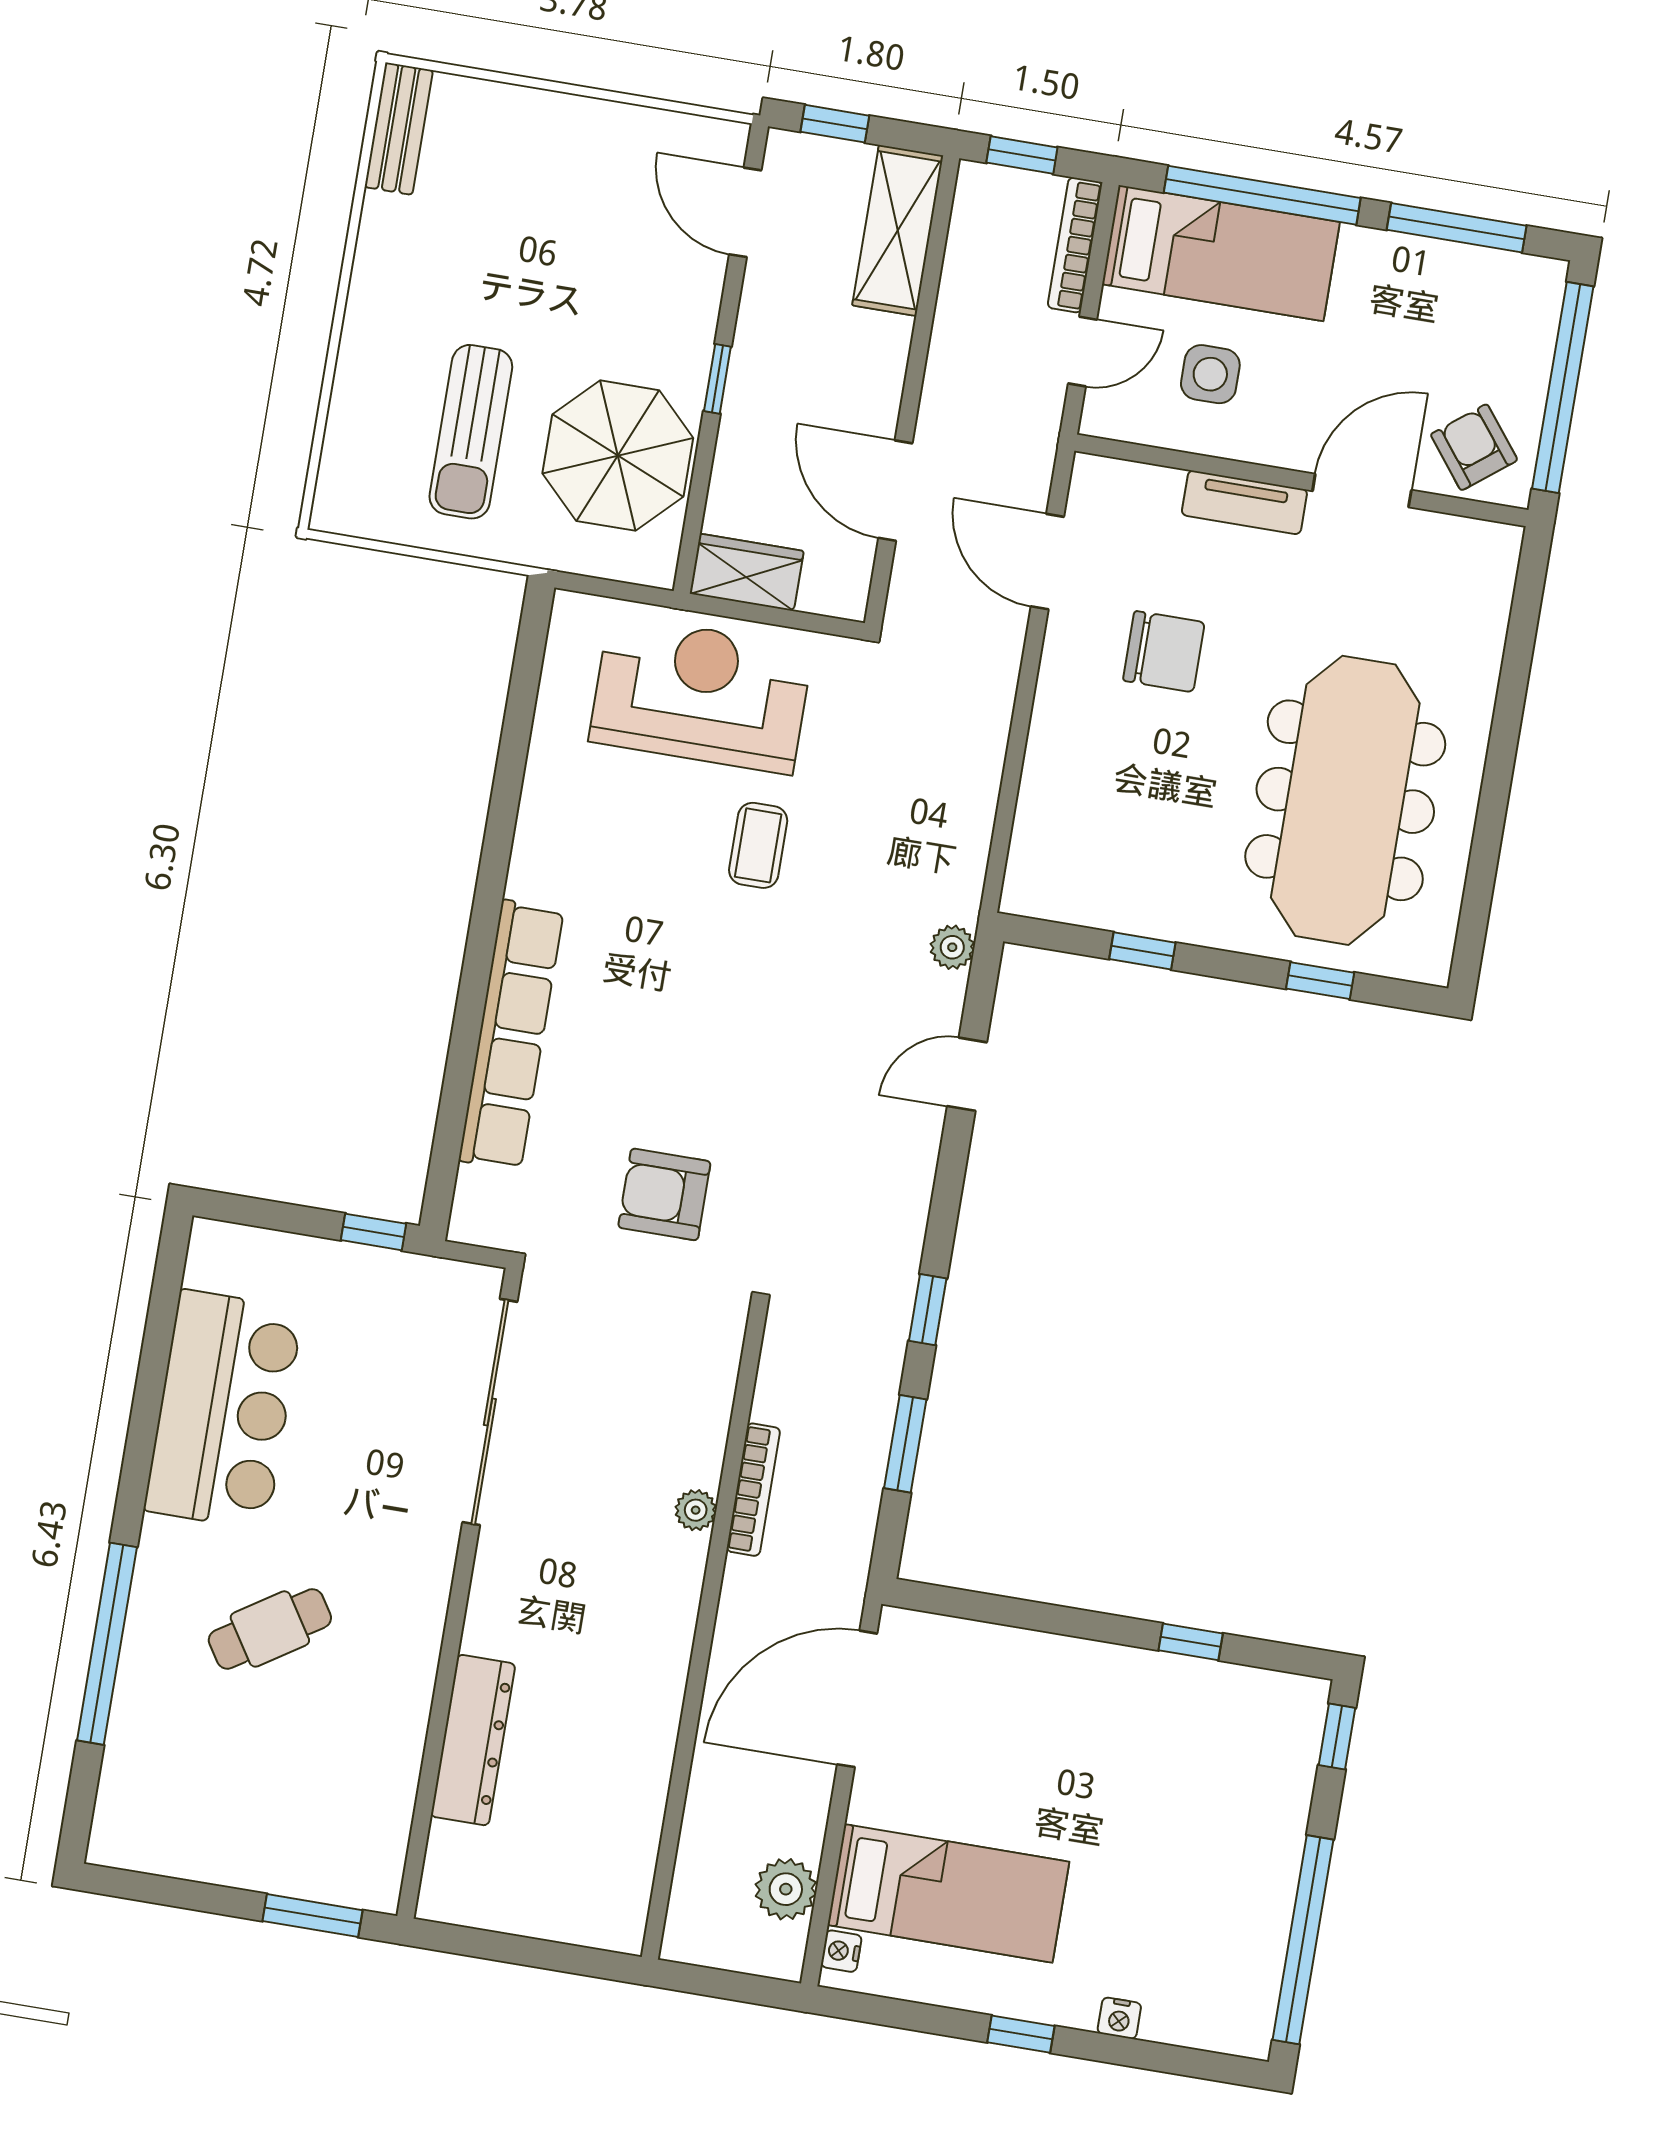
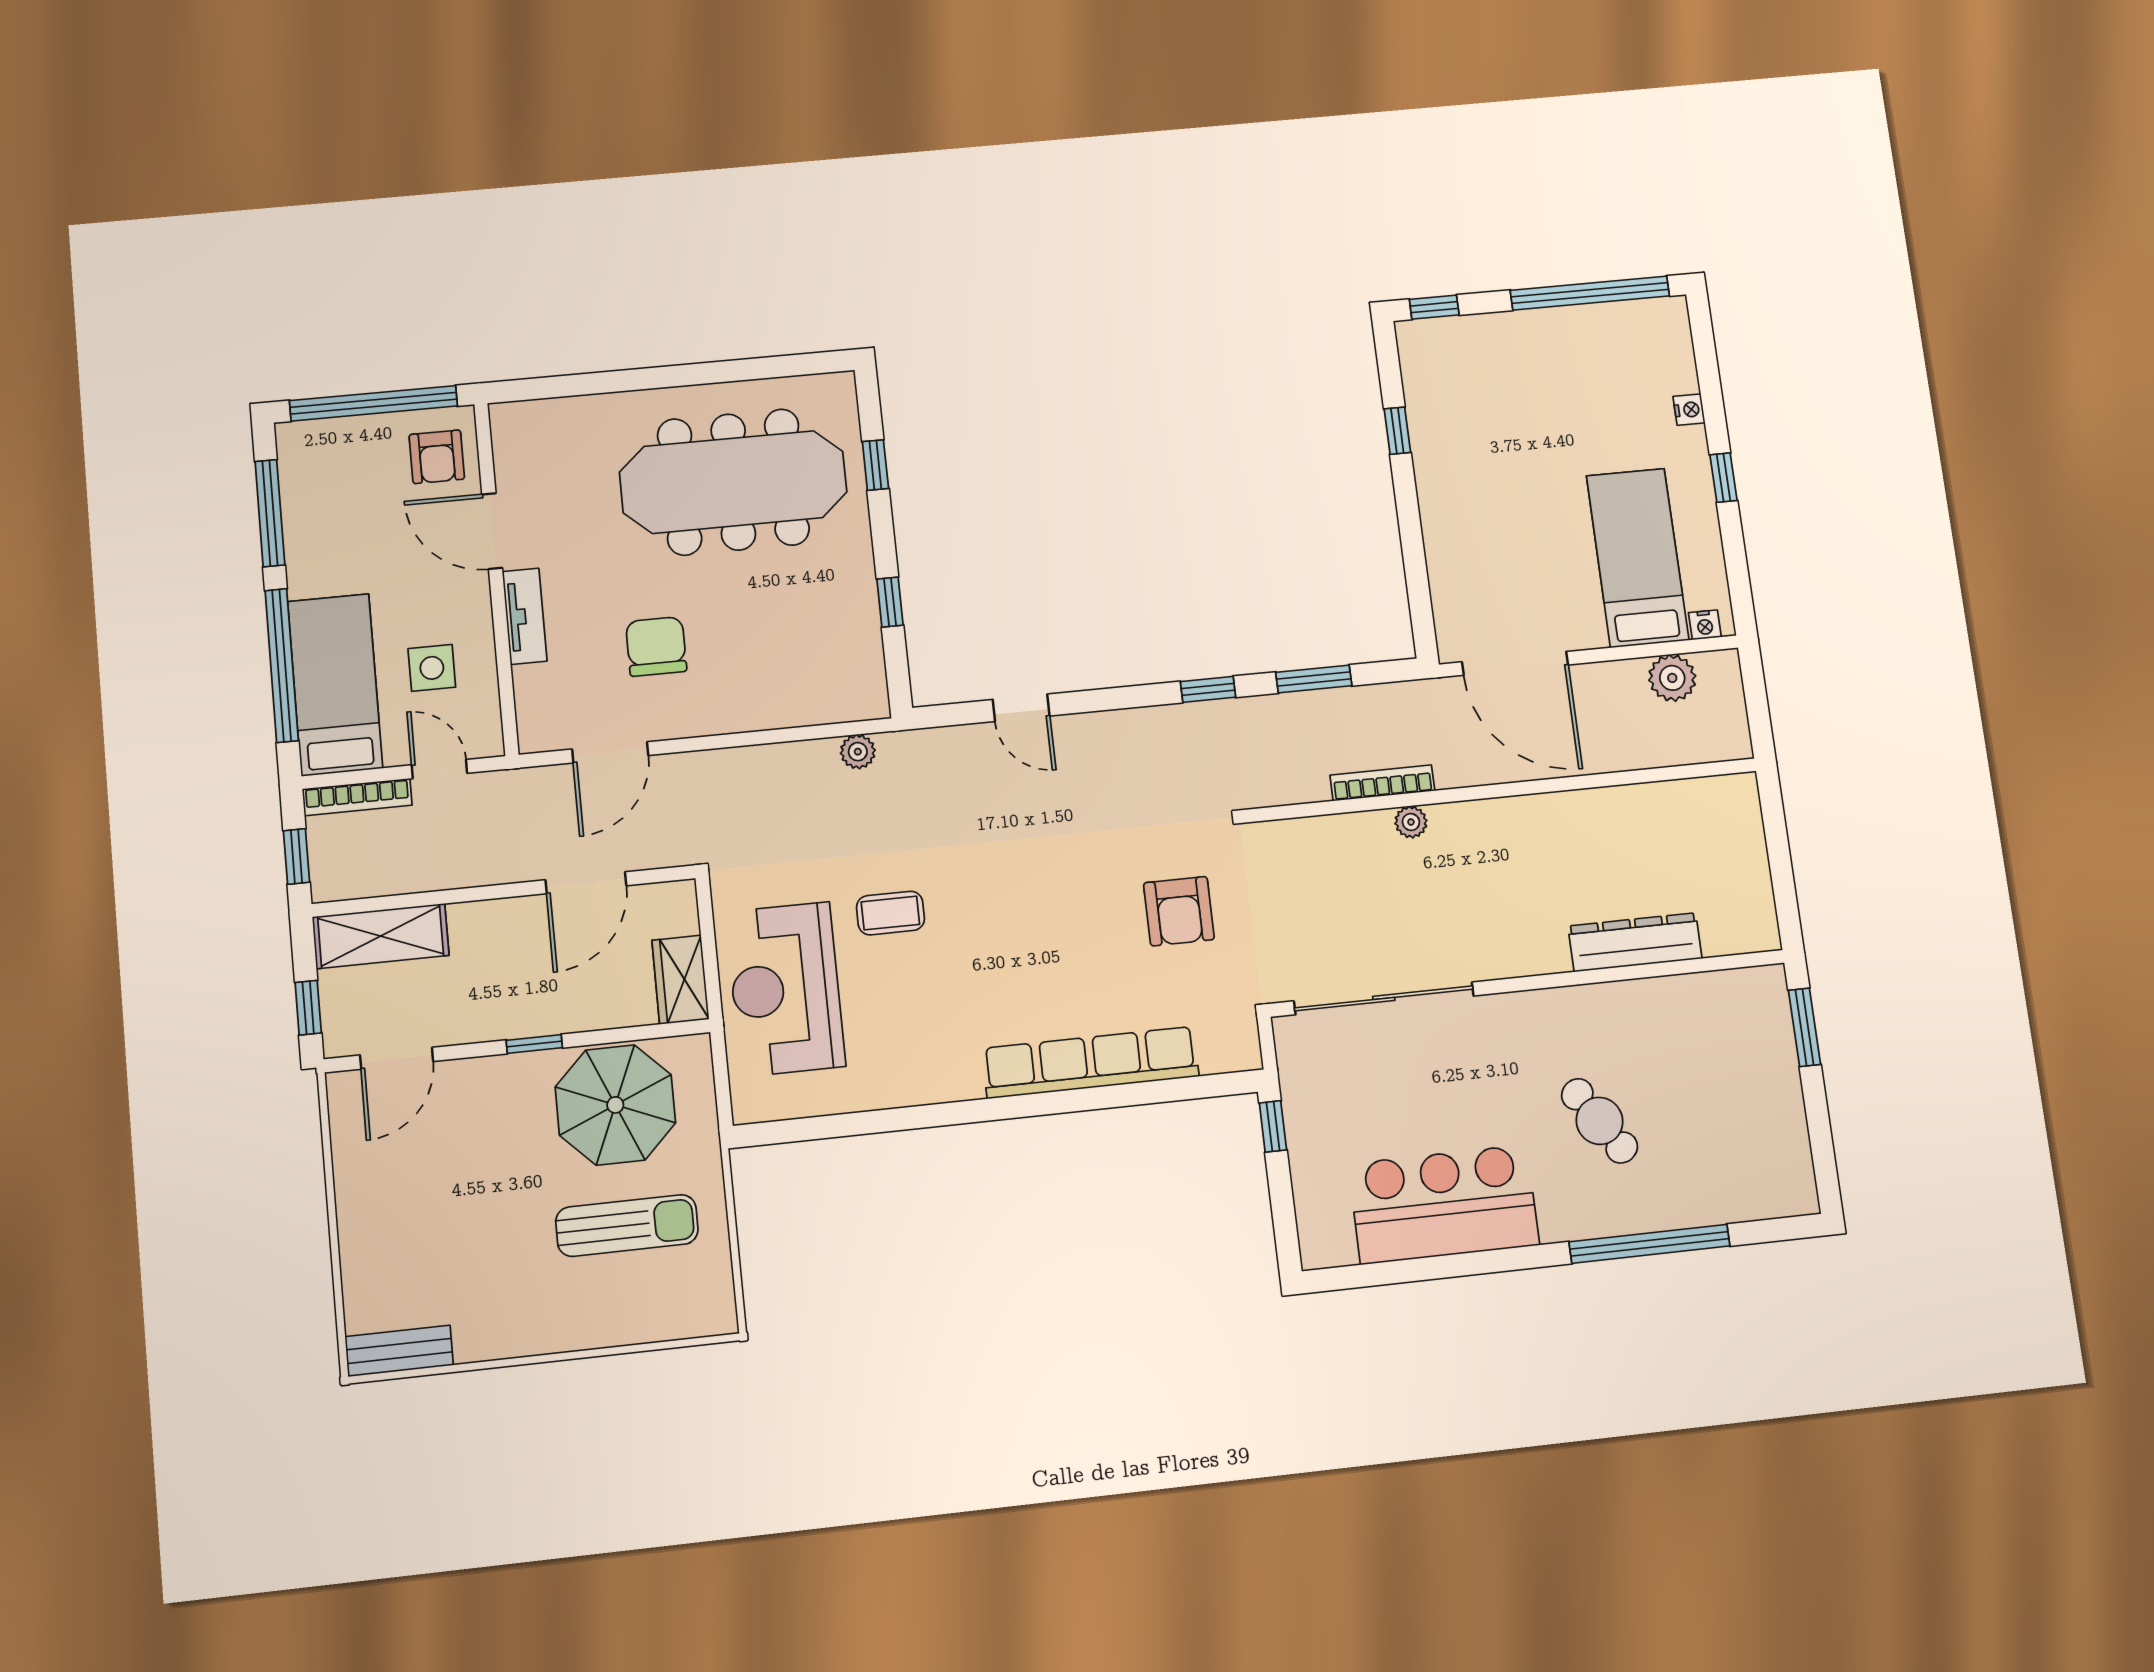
armchair: (1474, 447) -> (437, 457), turned -52
plant: (952, 947) -> (858, 752), moved

